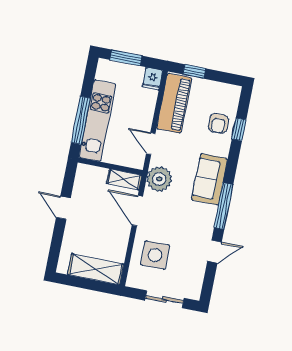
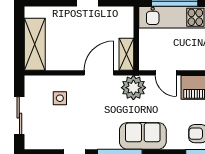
door: (151, 144) -> (166, 73), swing flipped
side table: (155, 255) -> (60, 98), width x0.54, depth x0.54

